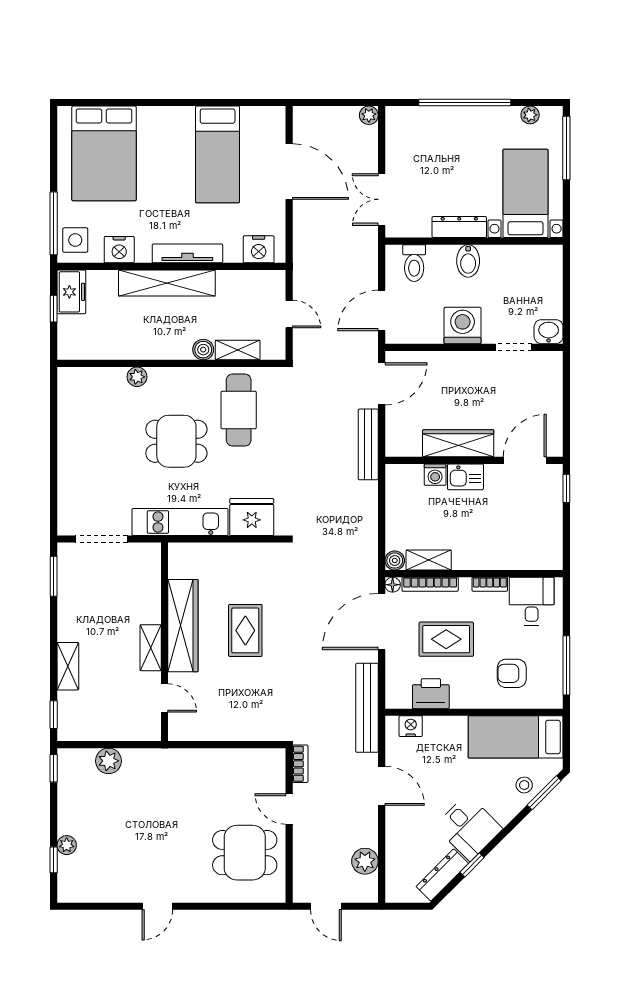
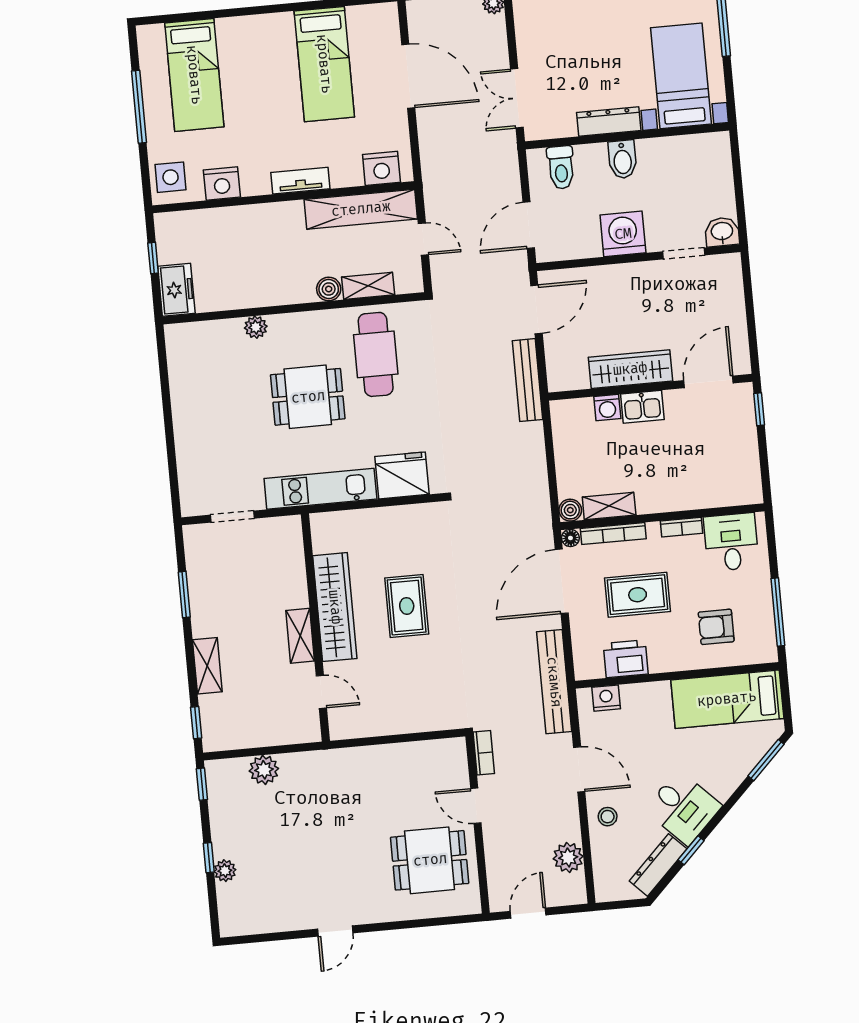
bed: (104, 153) -> (194, 75), width x0.67
window: (54, 223) -> (139, 107), moved
tv unit: (187, 253) -> (300, 181), width x0.71
shelving: (167, 283) -> (361, 209), moved
freezer: (71, 292) -> (176, 290), moved
doorway: (101, 539) -> (232, 517), width x0.73
window: (54, 576) -> (184, 594), moved
stool: (524, 785) -> (608, 817), moved
window: (54, 860) -> (209, 858), moved
door: (326, 906) -> (528, 913), swing flipped

